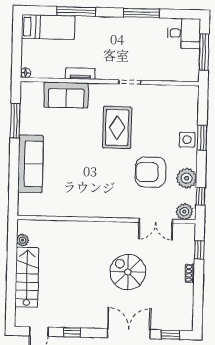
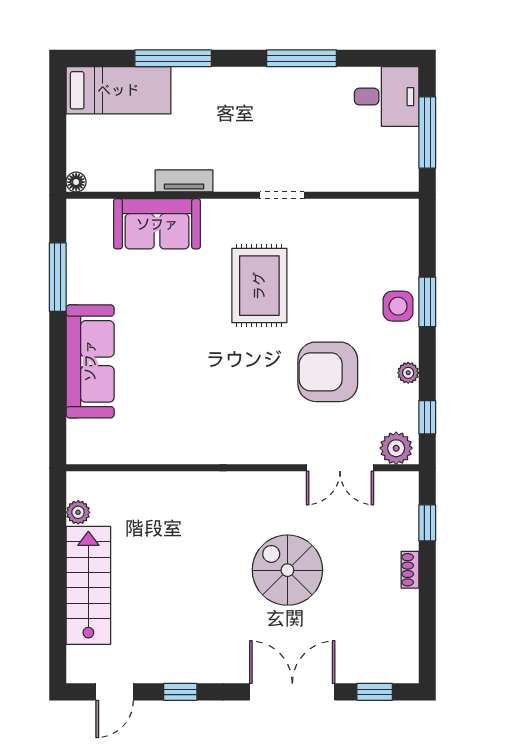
plant: (187, 178) -> (408, 373), width x0.53, depth x0.53

